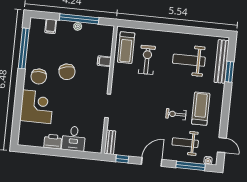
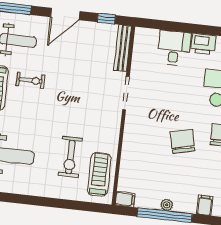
filing cabinet: (104, 61) -> (125, 199), moved
bench: (110, 142) -> (123, 48), width x1.36

